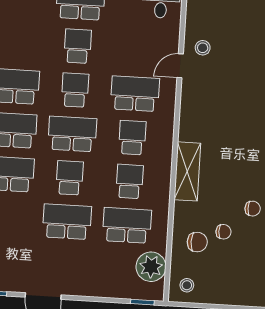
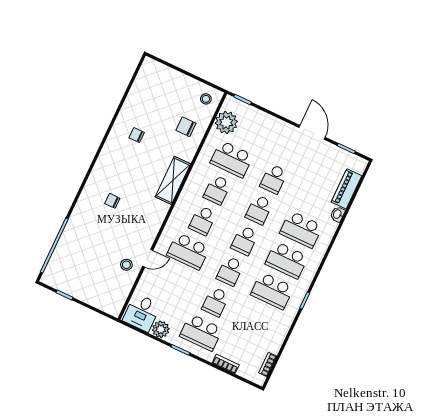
school desk: (72, 134) -> (245, 240), width x0.54
school desk: (67, 222) -> (274, 179), width x0.54
chair: (223, 232) -> (112, 201), moved

